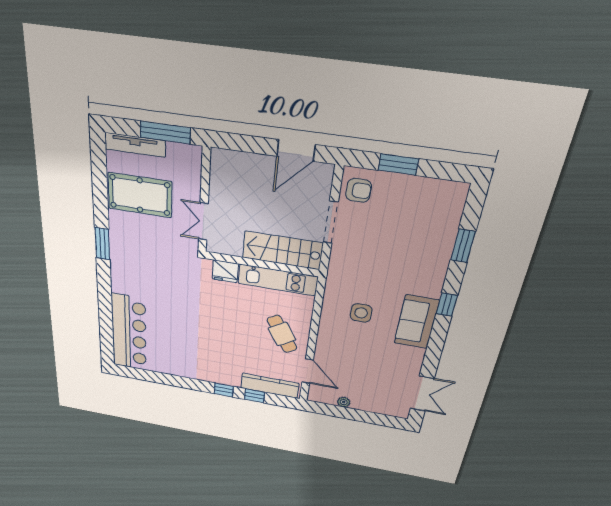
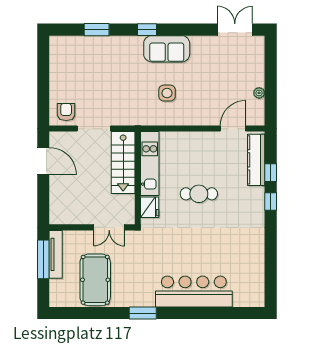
tv unit: (135, 145) -> (56, 254), moved
window: (398, 164) -> (43, 88), removed
bar counter: (129, 332) -> (194, 292), moved
cafe table: (282, 334) -> (199, 194), moved, turned 32

